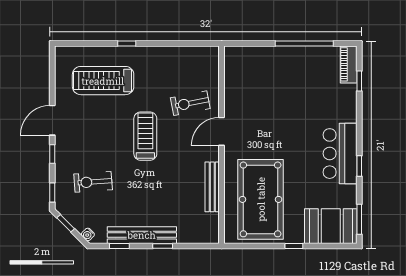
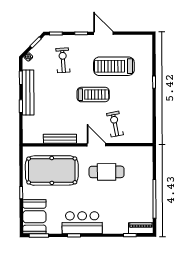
treadmill: (103, 81) -> (114, 66), moved, turned -90
cafe table: (263, 116) -> (107, 172), added

